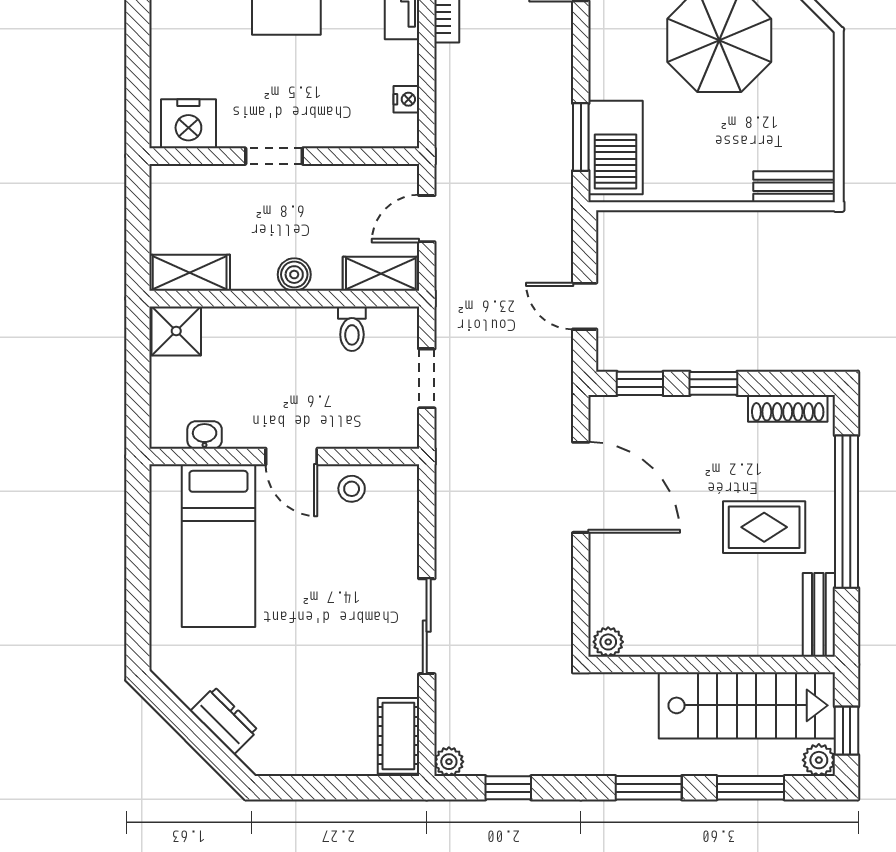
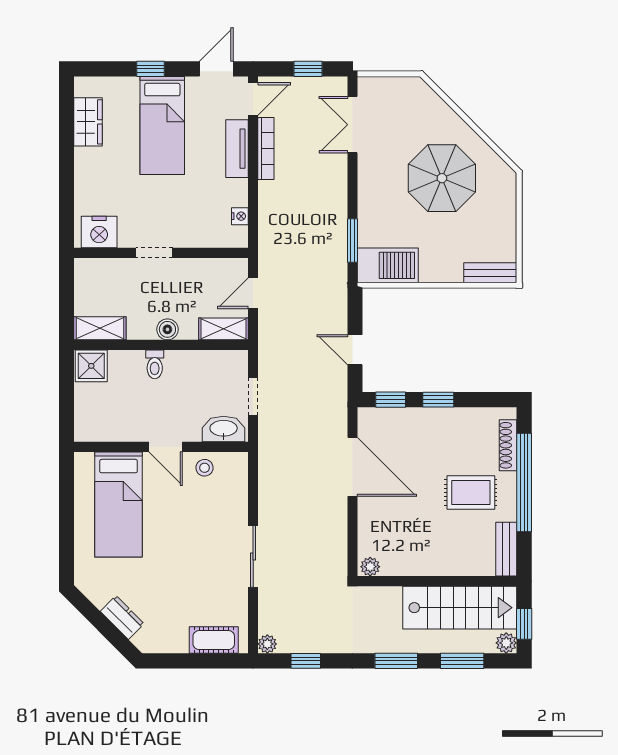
barbecue: (616, 147) -> (388, 265), moved, turned -90
toilet: (352, 329) -> (155, 364), moved
shoe rack: (788, 408) -> (508, 445), moved, turned 90
washbasin: (205, 435) -> (224, 429), moved, width x1.91, depth x1.45
cot: (398, 736) -> (214, 640), moved, turned 90

